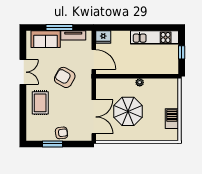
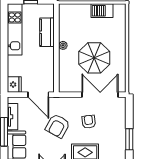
door: (94, 59) -> (38, 95), swing flipped
kitchen counter: (152, 67) -> (47, 32), added
armchair: (61, 133) -> (89, 122), moved

